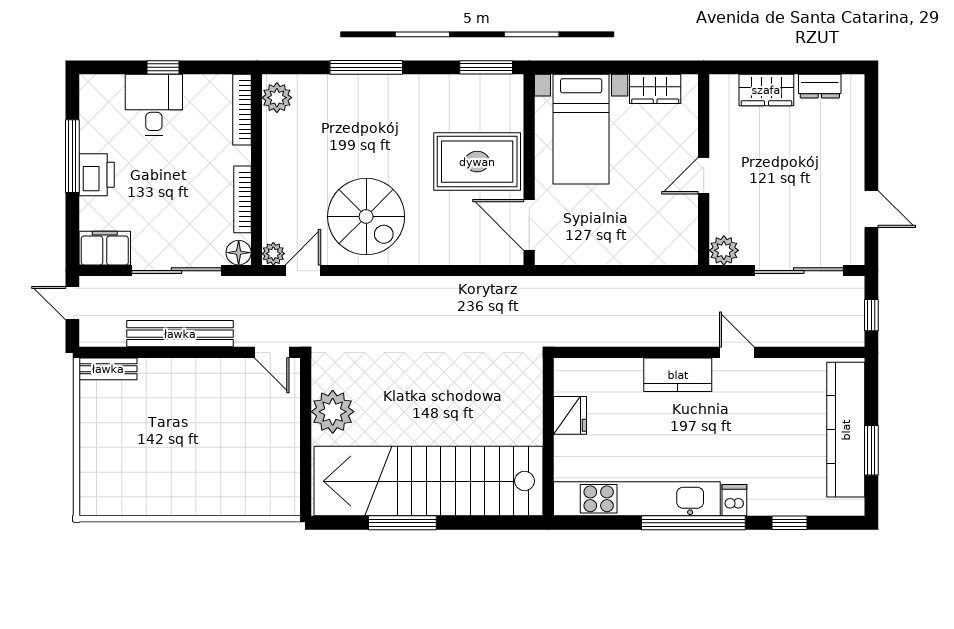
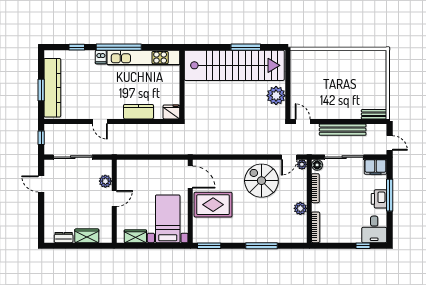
window: (163, 67) -> (363, 246), moved
plant: (277, 98) -> (300, 208), moved
desk: (154, 105) -> (374, 229), moved
window: (72, 156) -> (390, 195), moved
plant: (724, 250) -> (105, 181), moved
kitchen counter: (678, 375) -> (138, 112), moved
fridge: (570, 415) -> (171, 112), moved, turned 90
window: (871, 450) -> (41, 90), moved

